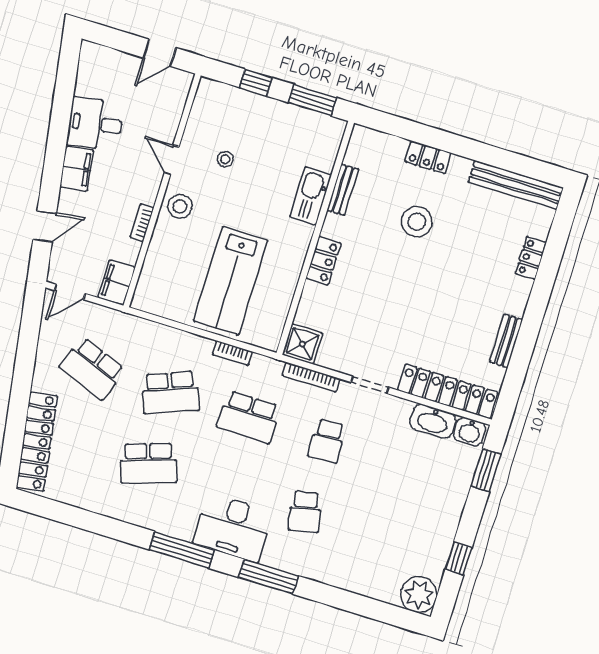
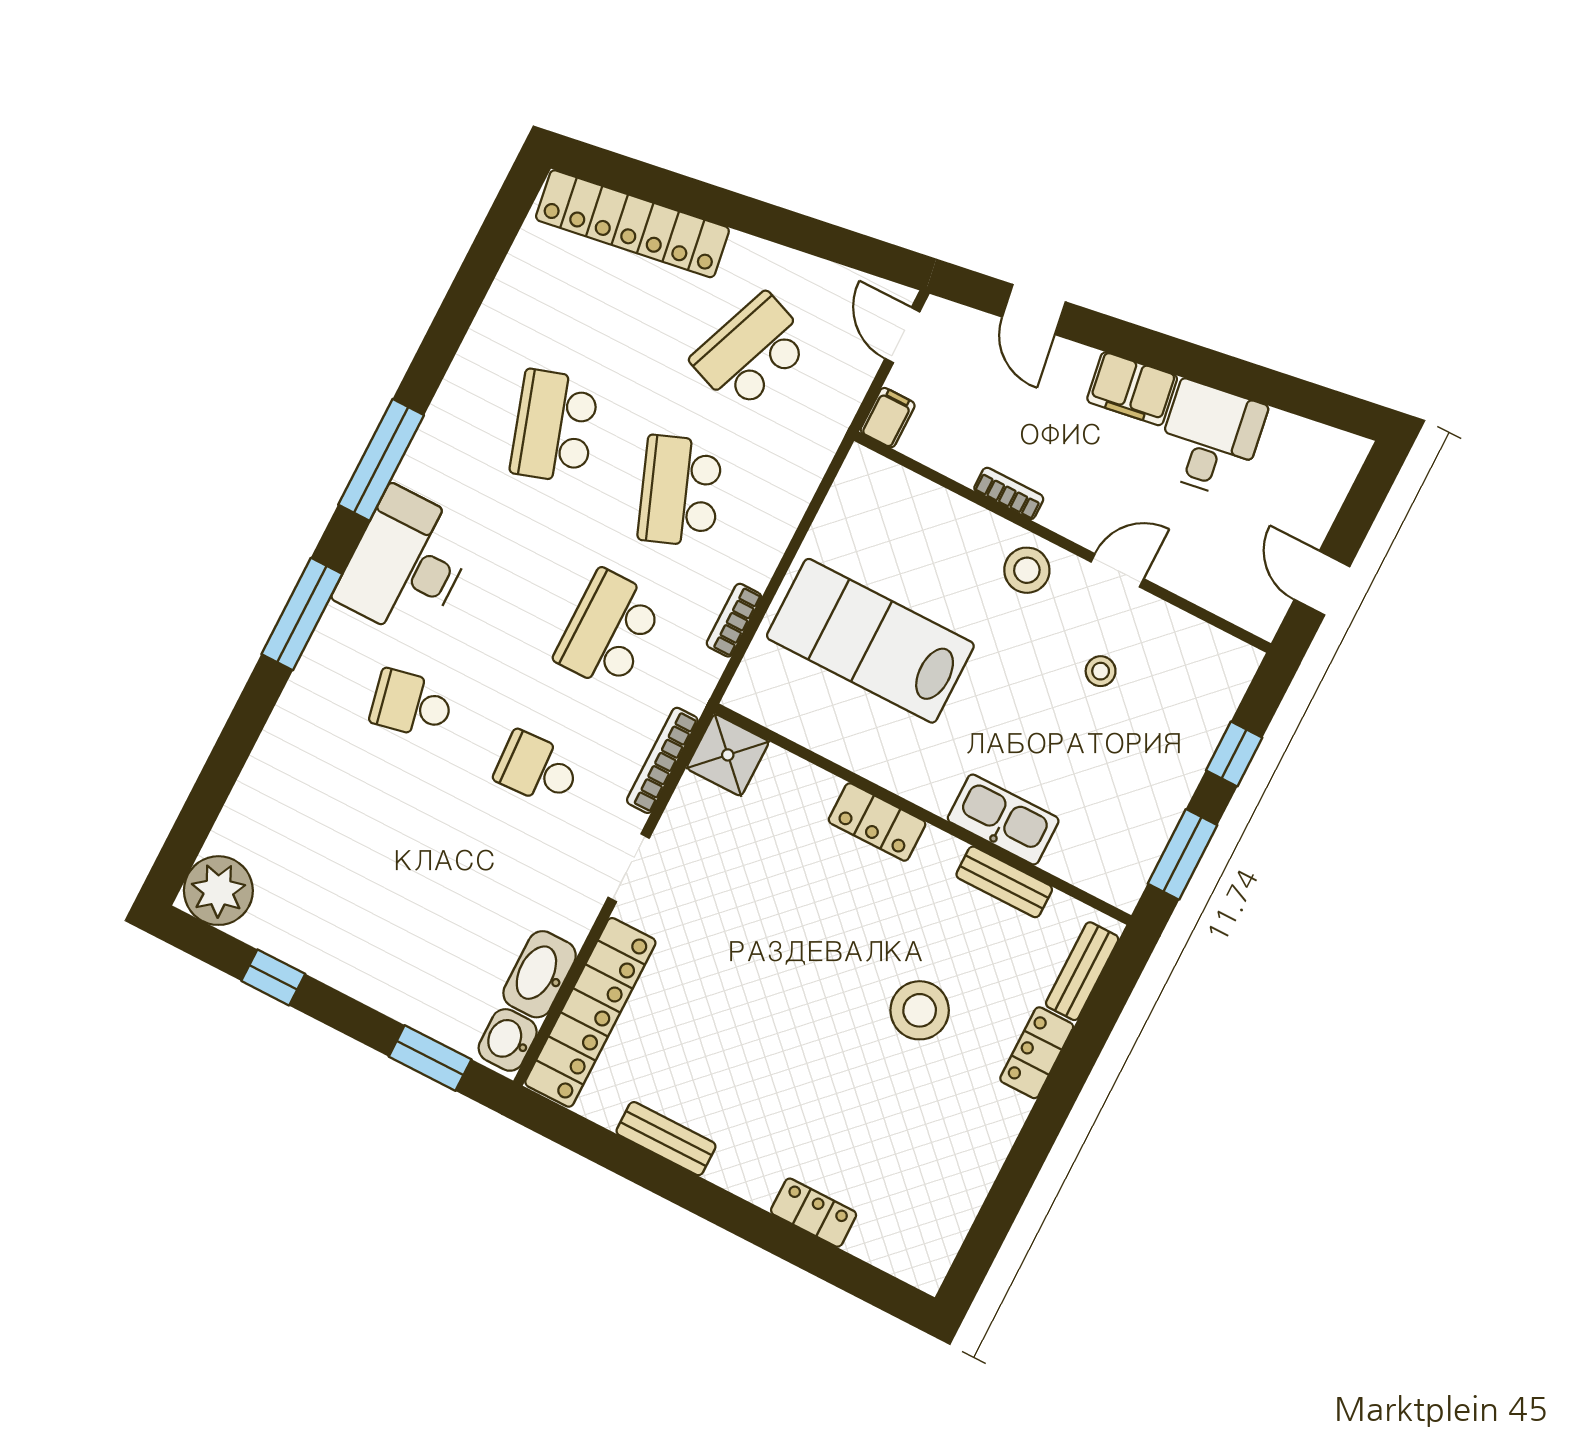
bench: (516, 185) -> (1082, 971), moved, width x0.54, depth x0.82
filing cabinet: (117, 283) -> (888, 418), width x0.50

